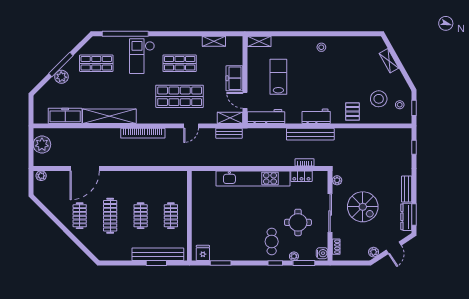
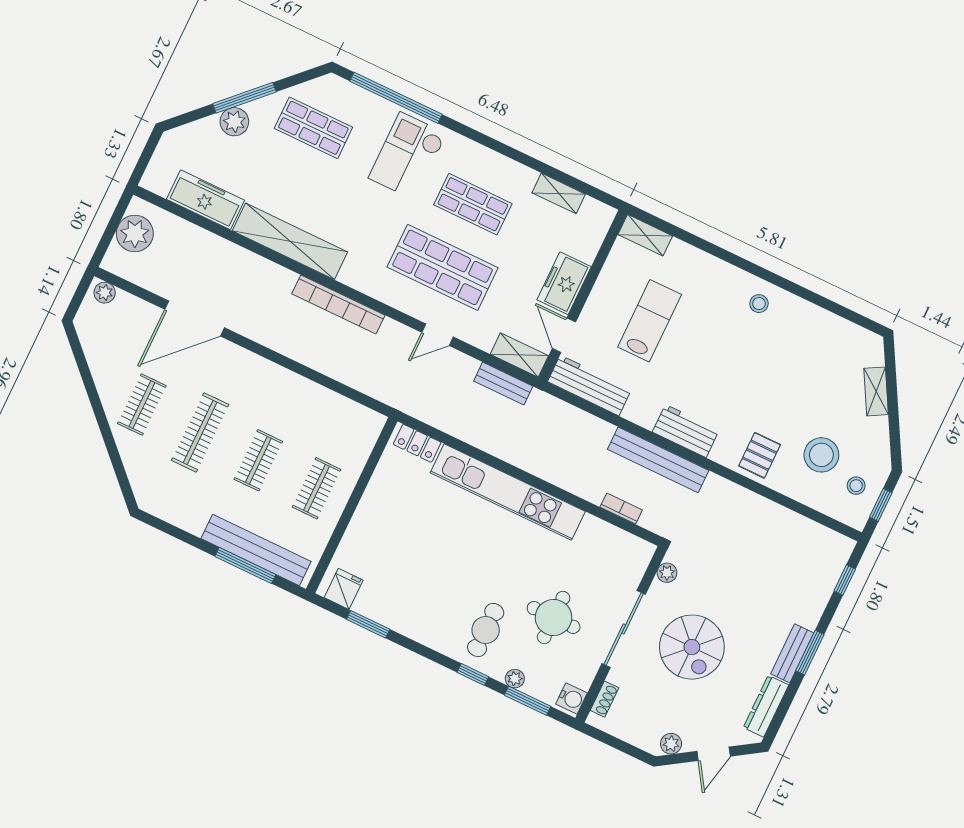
locker: (301, 176) -> (417, 443), moved
window: (414, 214) -> (810, 653), moved
window: (156, 263) -> (245, 565), width x1.44

